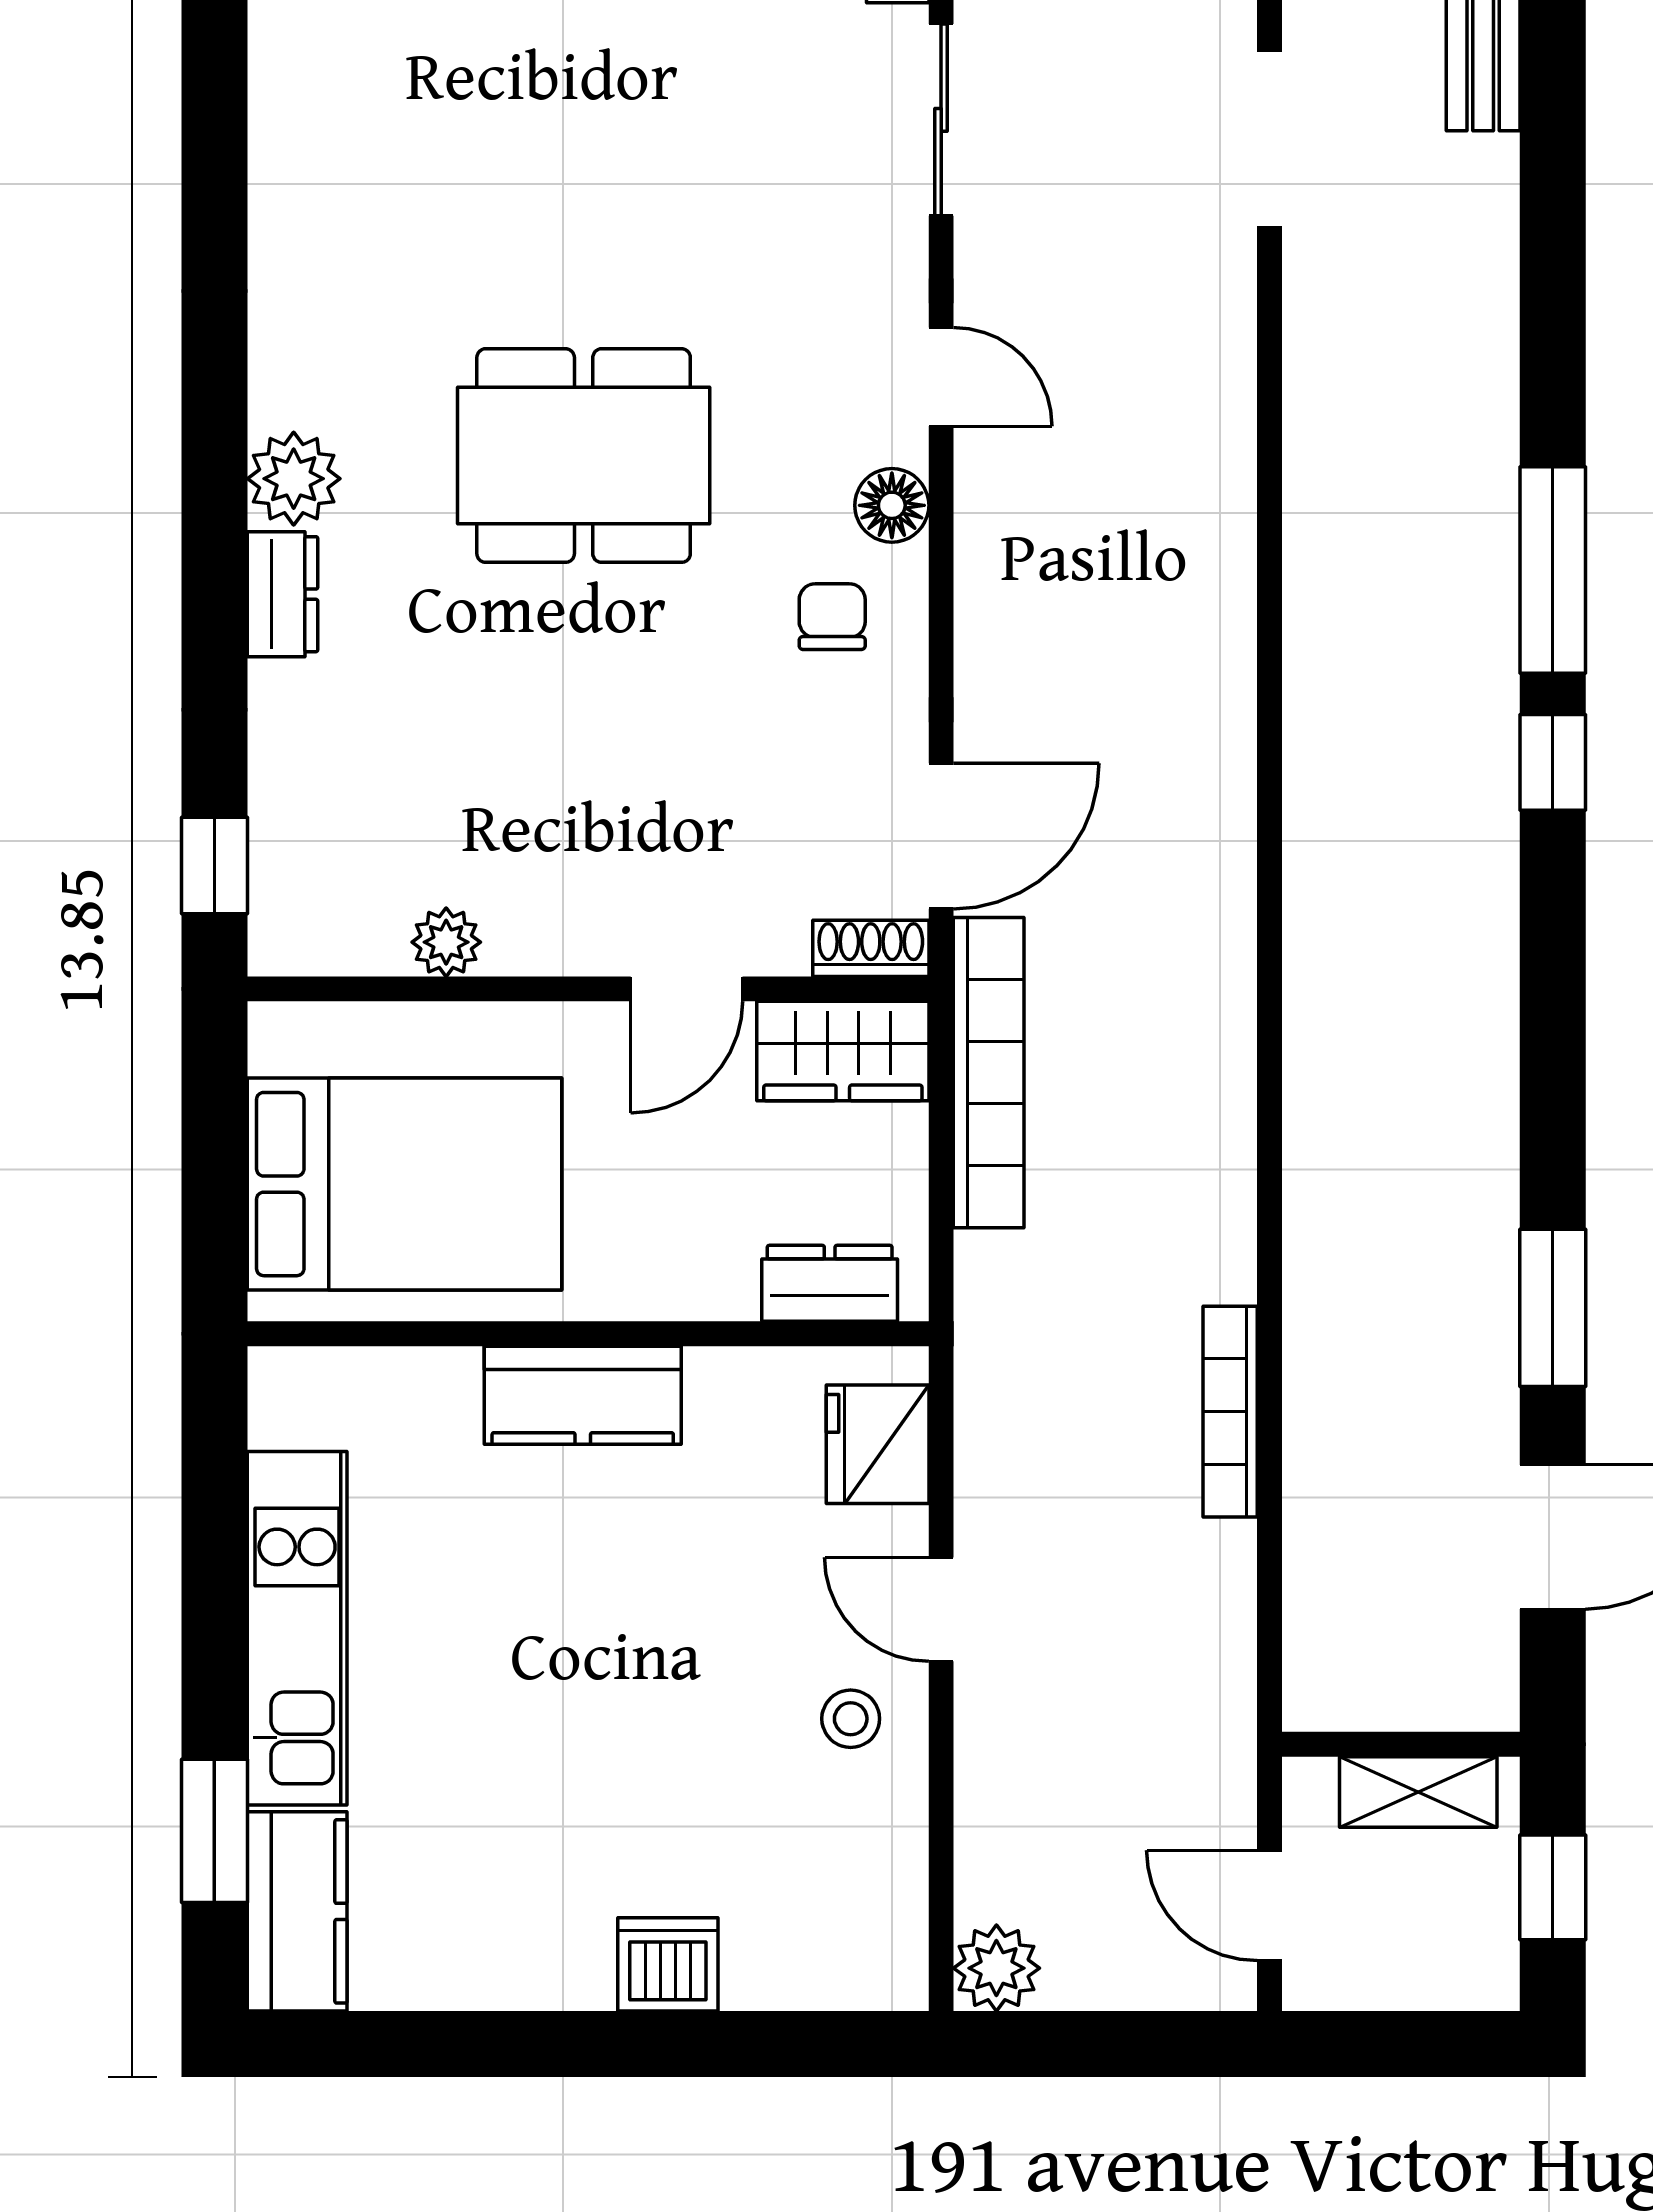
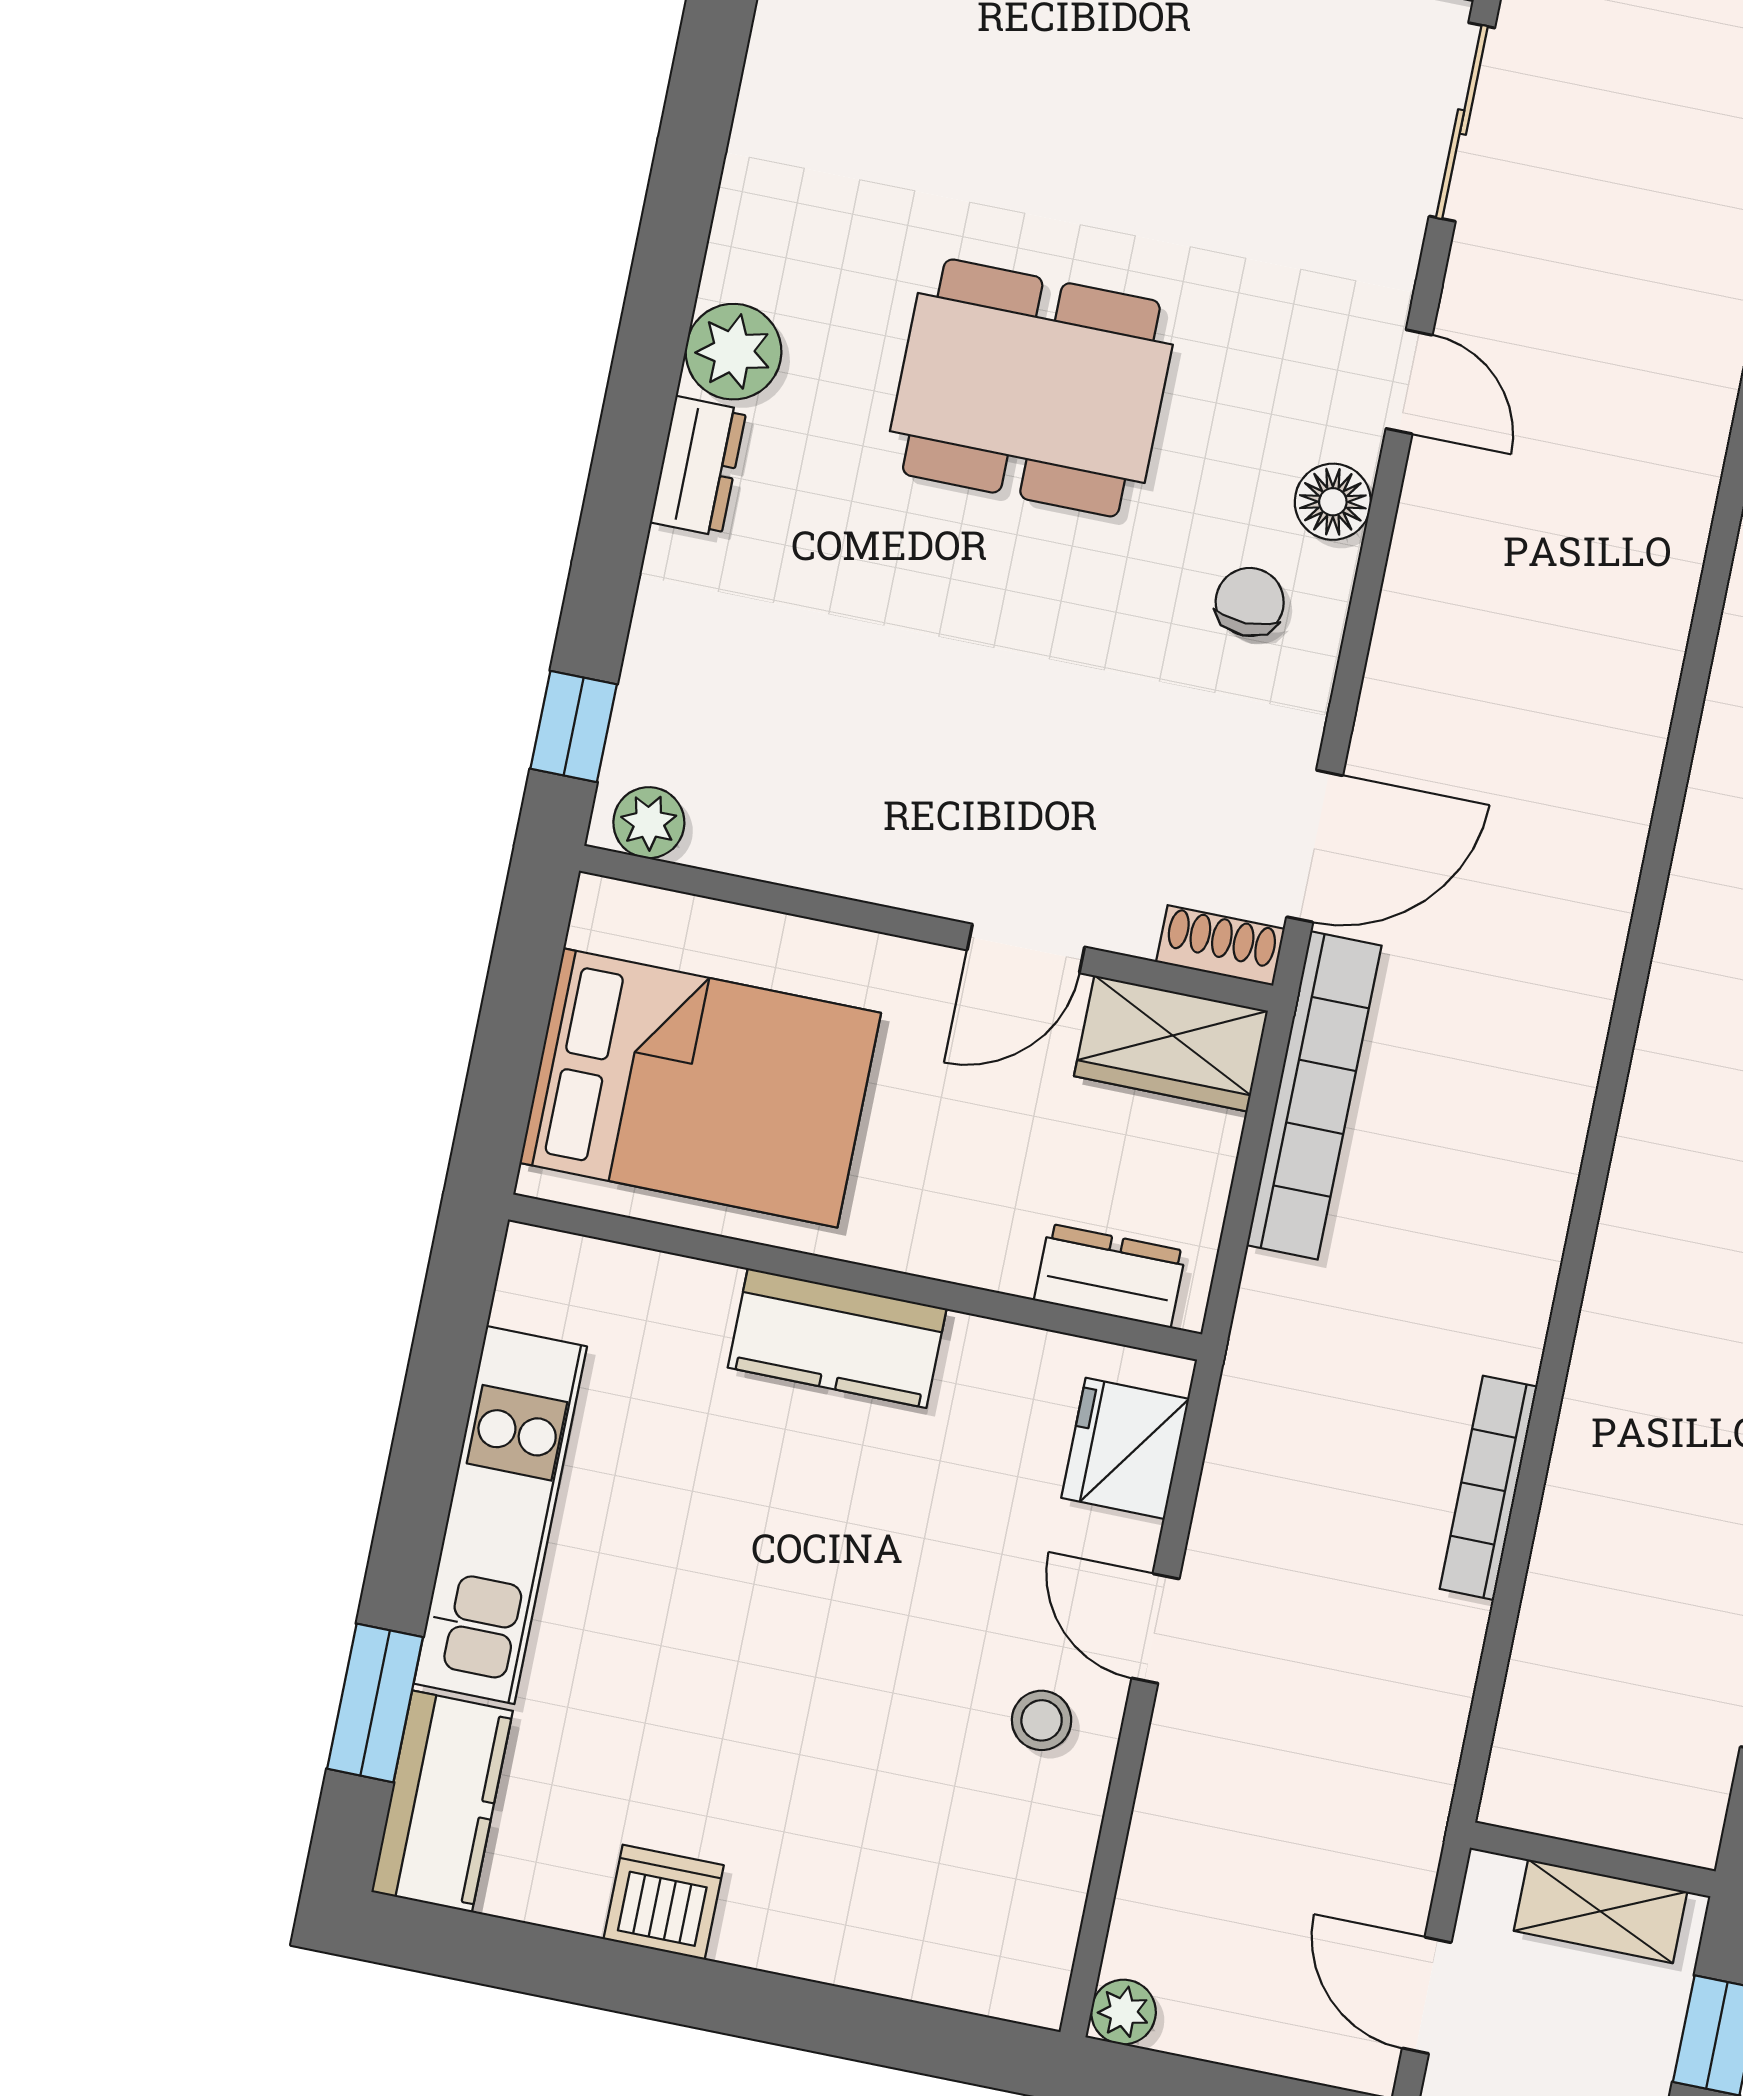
plant: (446, 942) -> (649, 823), moved
dishwasher: (668, 1964) -> (664, 1902), moved
plant: (996, 1968) -> (1123, 2012), width x0.73, depth x0.73

